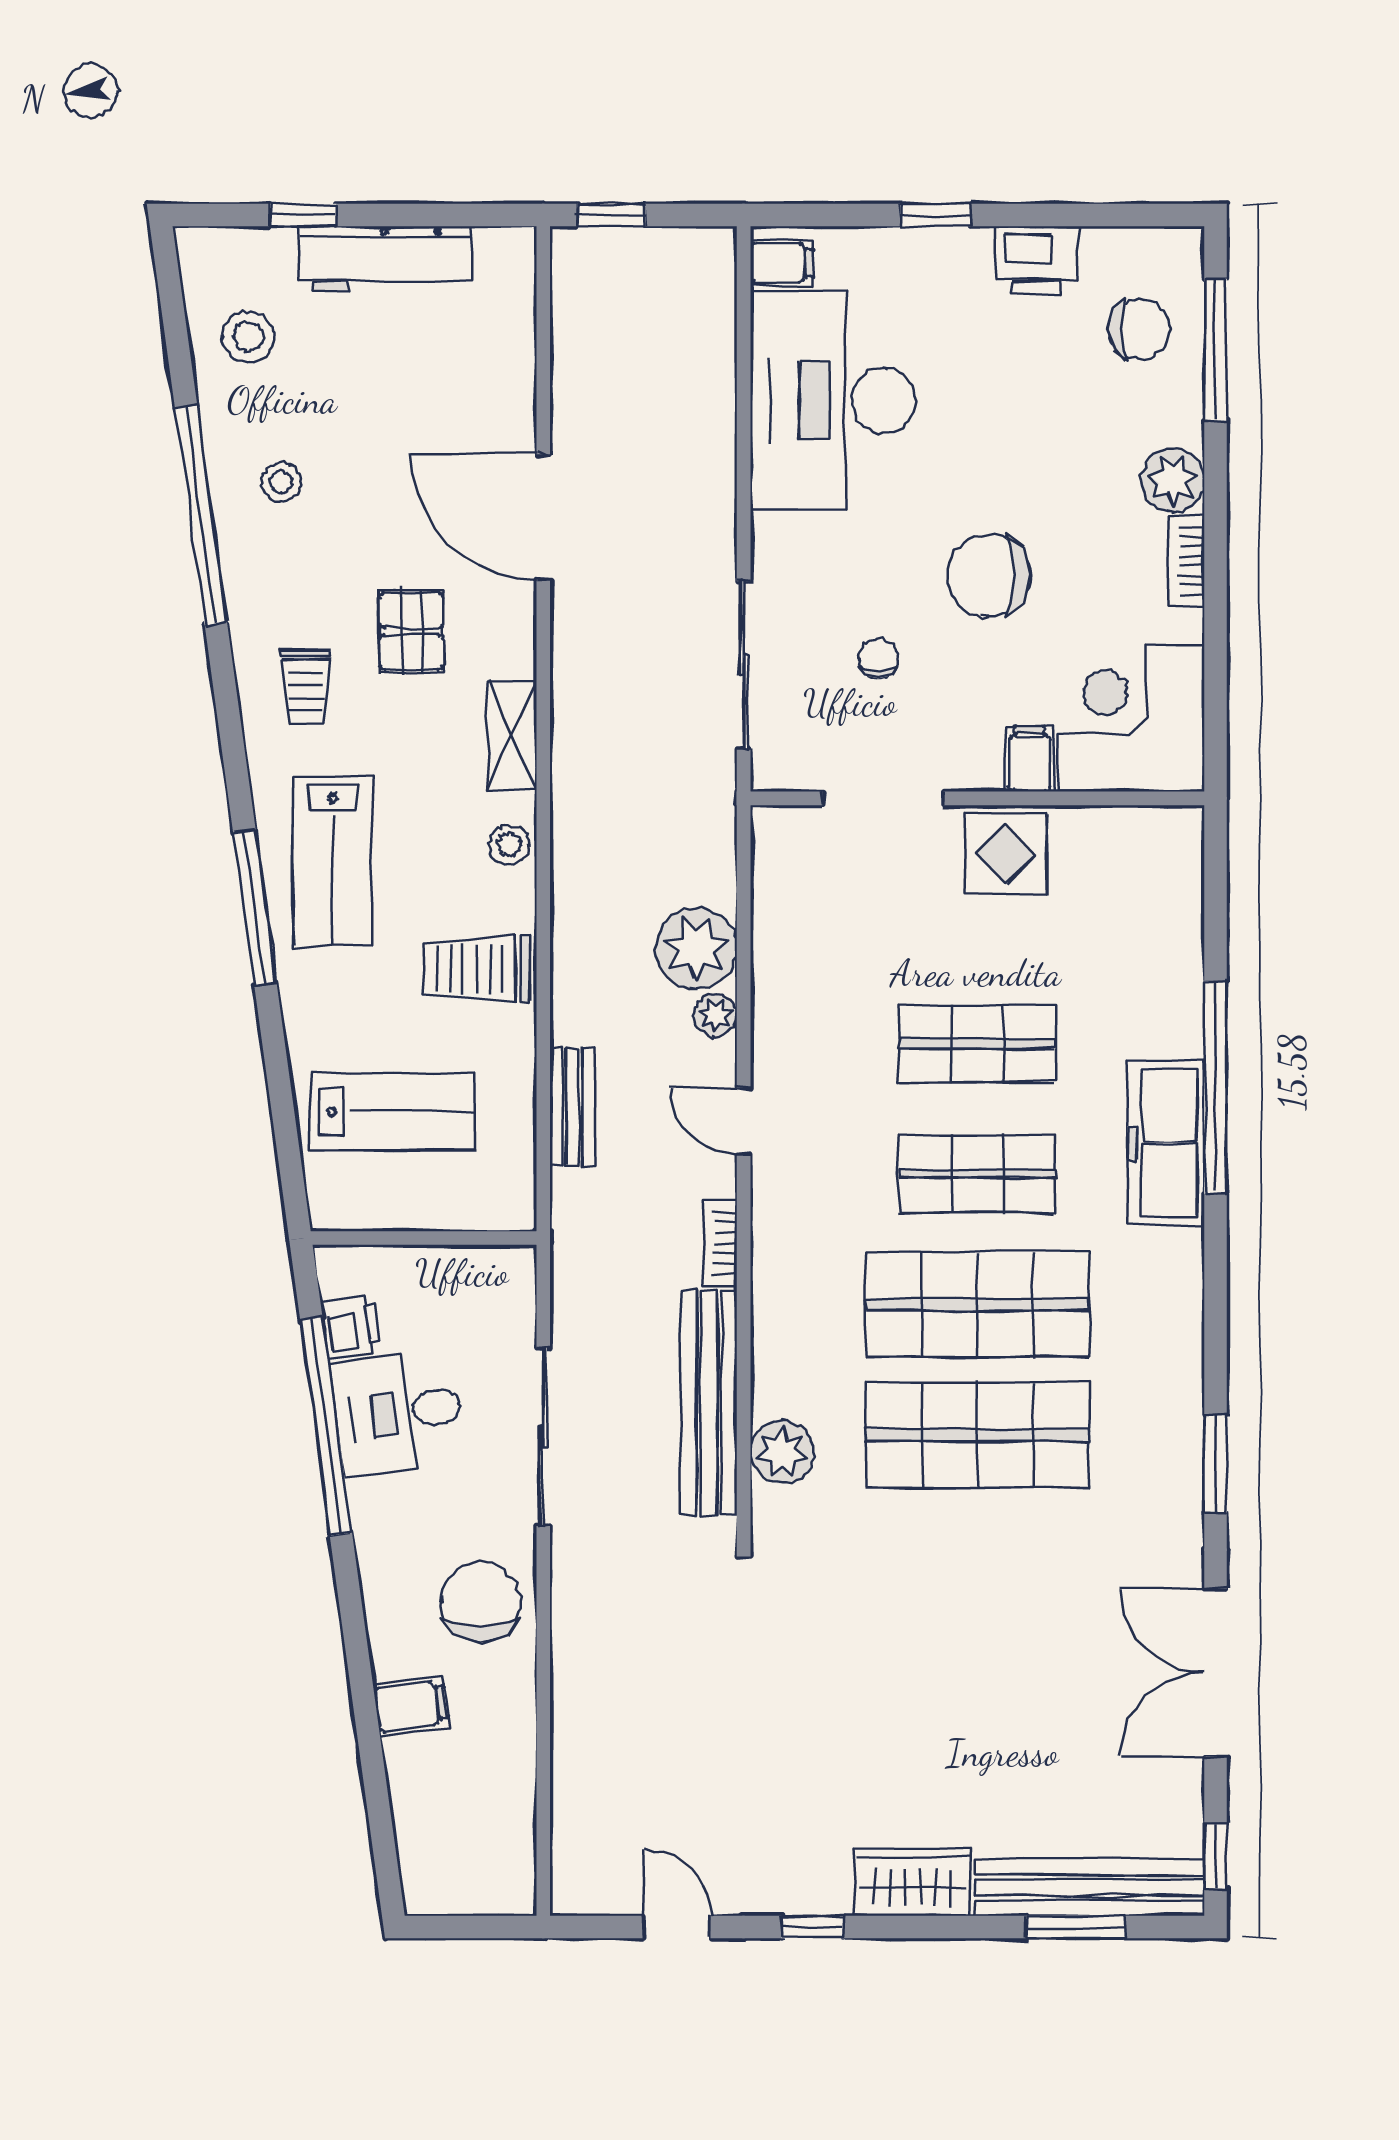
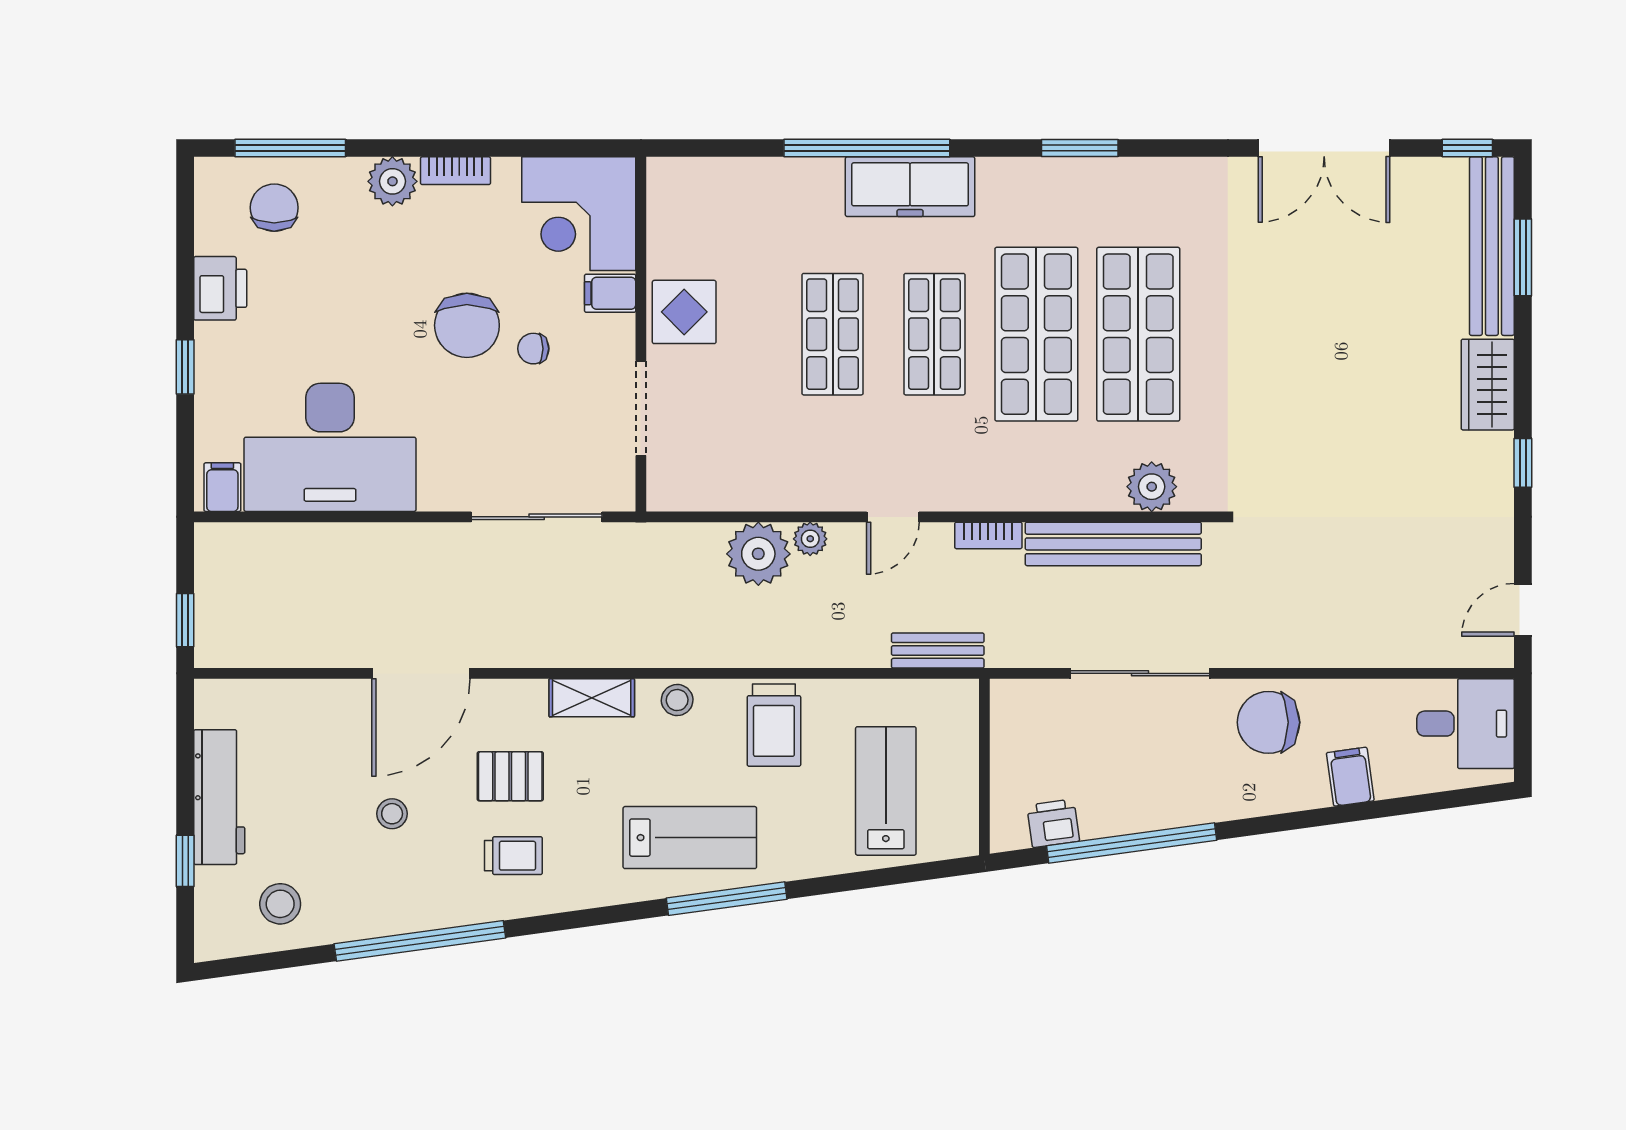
stool: (281, 482) -> (392, 814), moved
chair: (878, 659) -> (533, 349), moved
trolley: (306, 686) -> (513, 856), moved
bench: (573, 1107) -> (938, 650), moved
desk: (398, 1413) -> (1466, 724), moved, turned -82
window: (1216, 1463) -> (1080, 148), moved
door: (677, 1927) -> (1523, 610), moved

